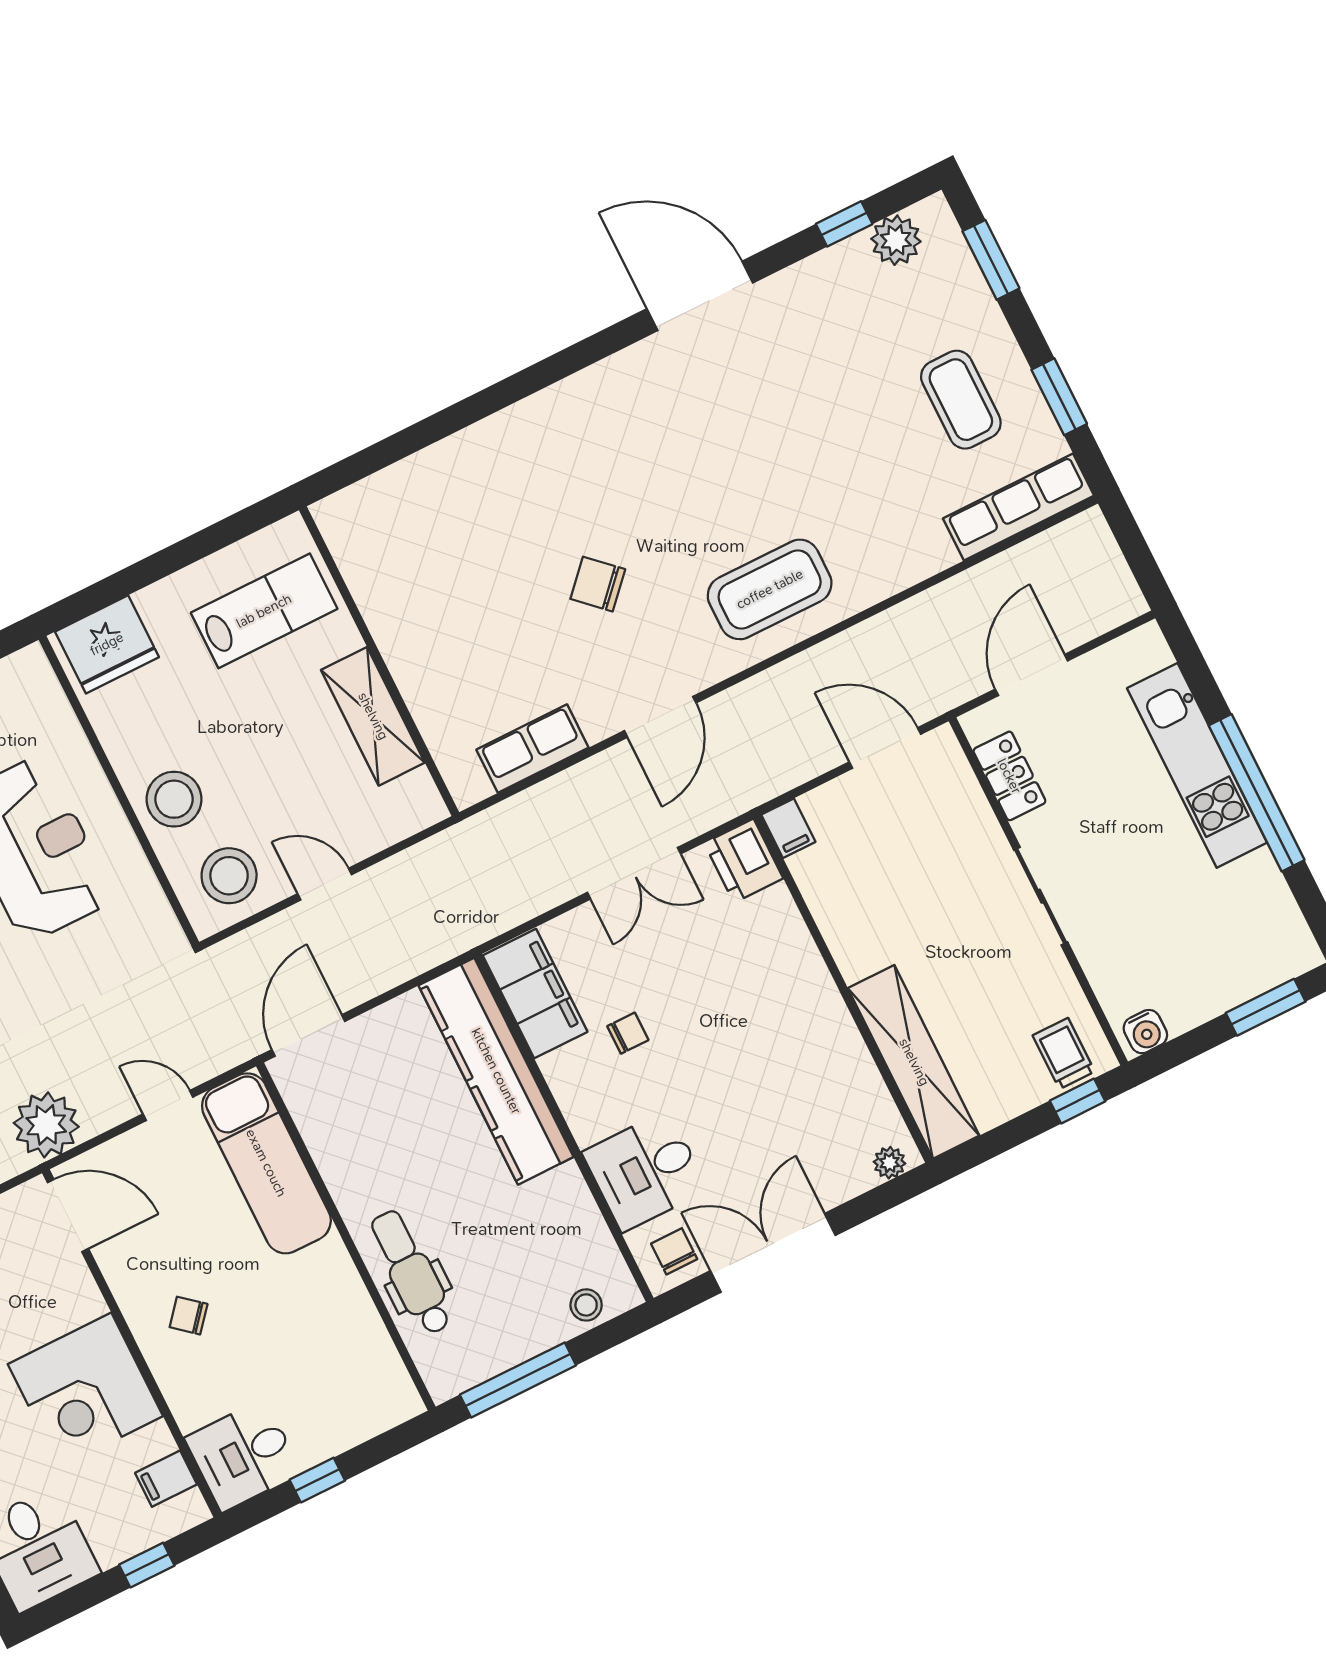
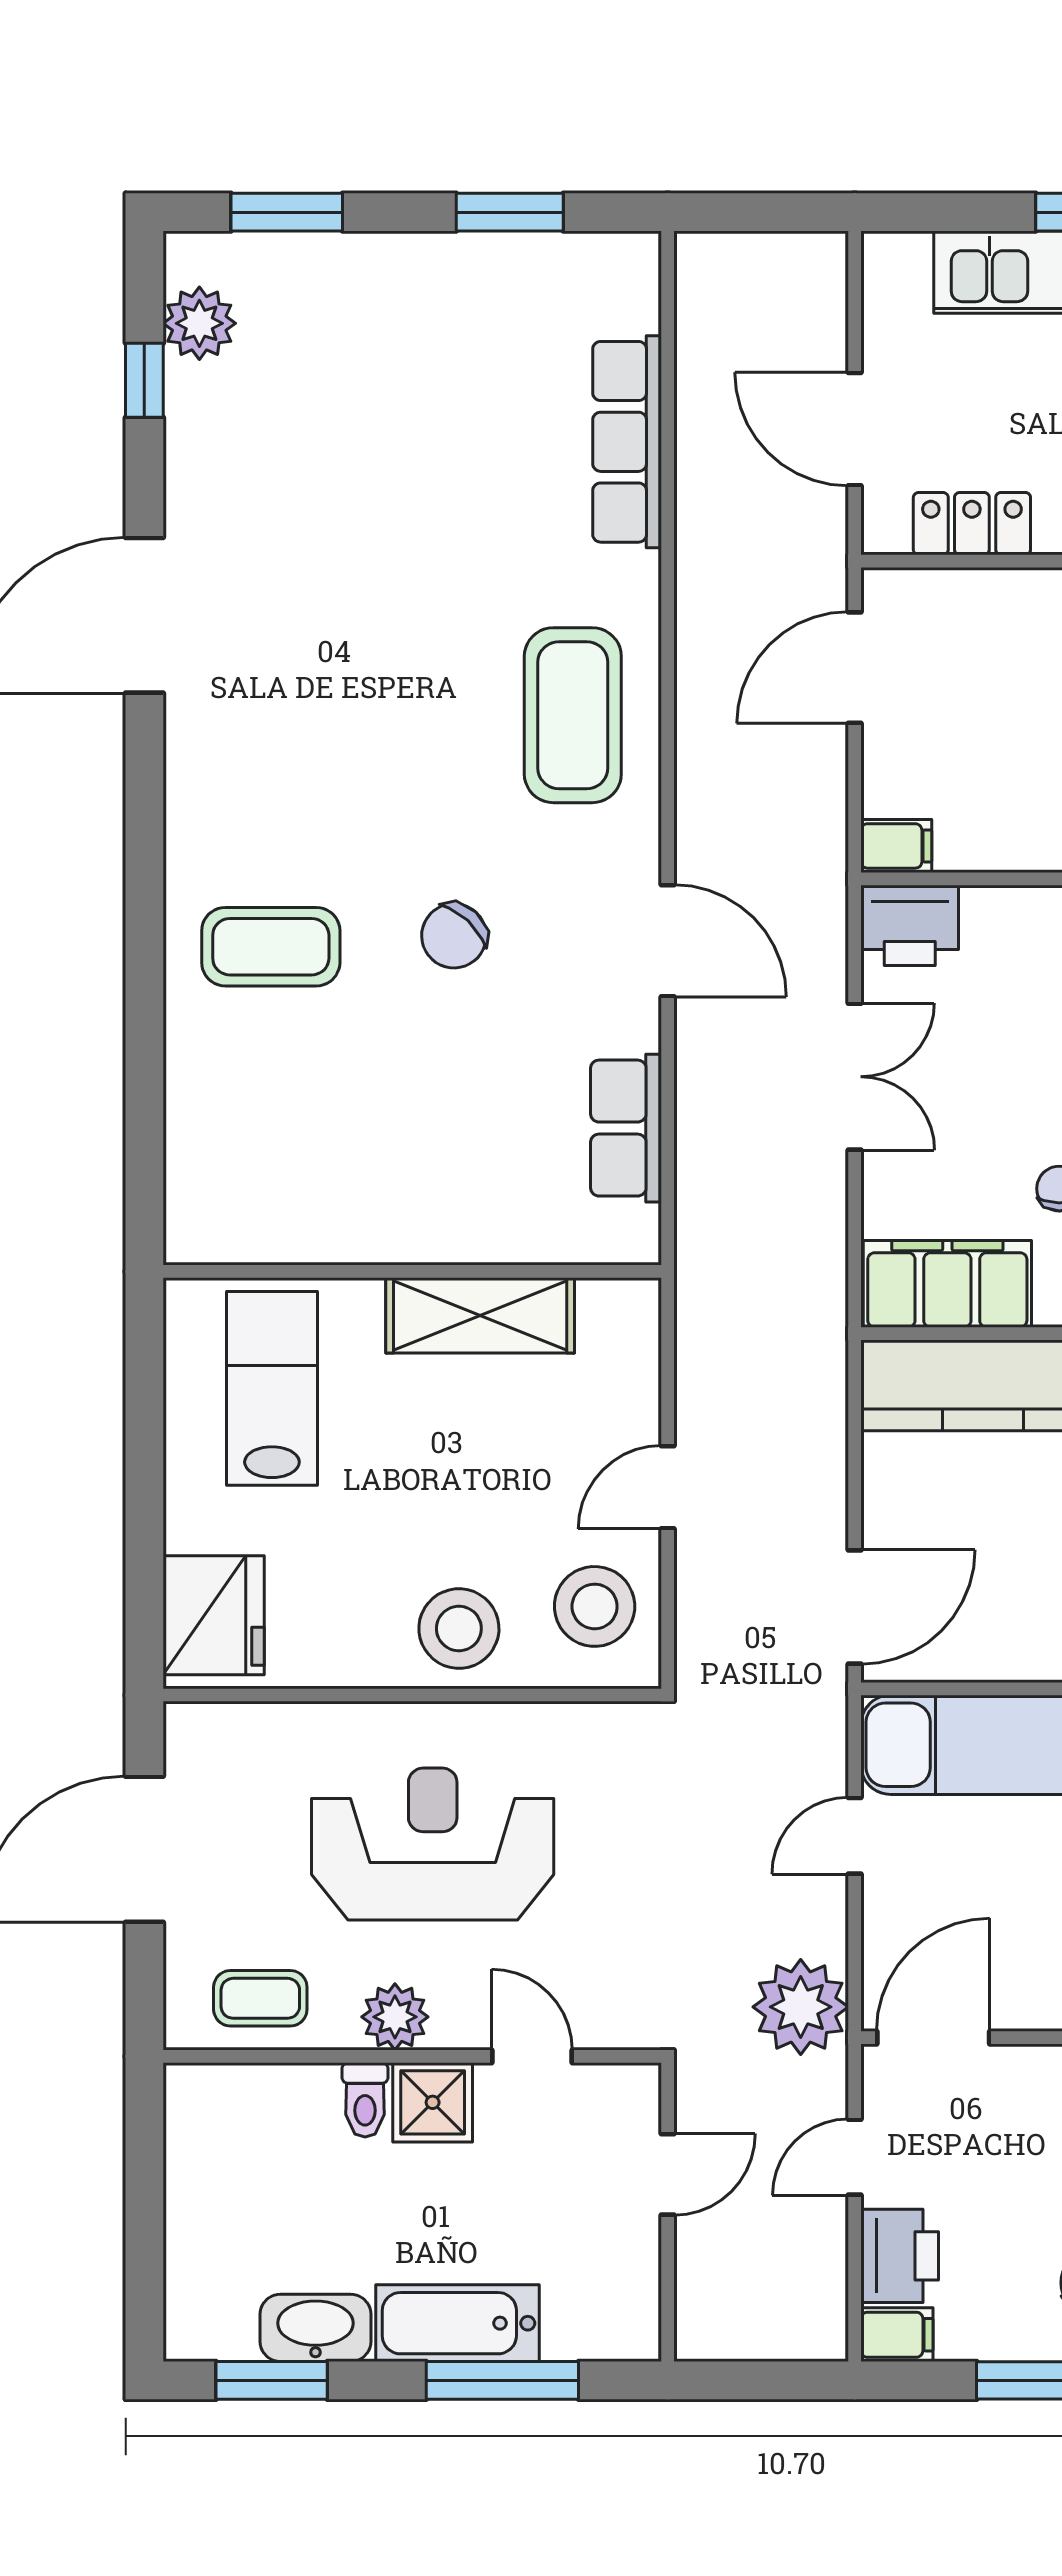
coffee table: (961, 400) -> (271, 947), moved
row of seats: (1018, 507) -> (627, 442), moved
door: (308, 1036) -> (855, 1607), swing flipped

